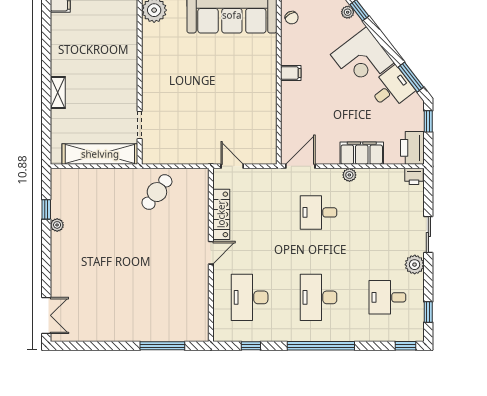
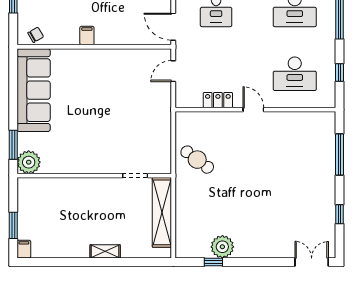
door: (232, 166) -> (173, 71), moved
locker: (221, 214) -> (218, 100), width x0.66
plant: (57, 225) -> (222, 247), width x1.87, depth x1.87
window: (98, 346) -> (340, 214), added

